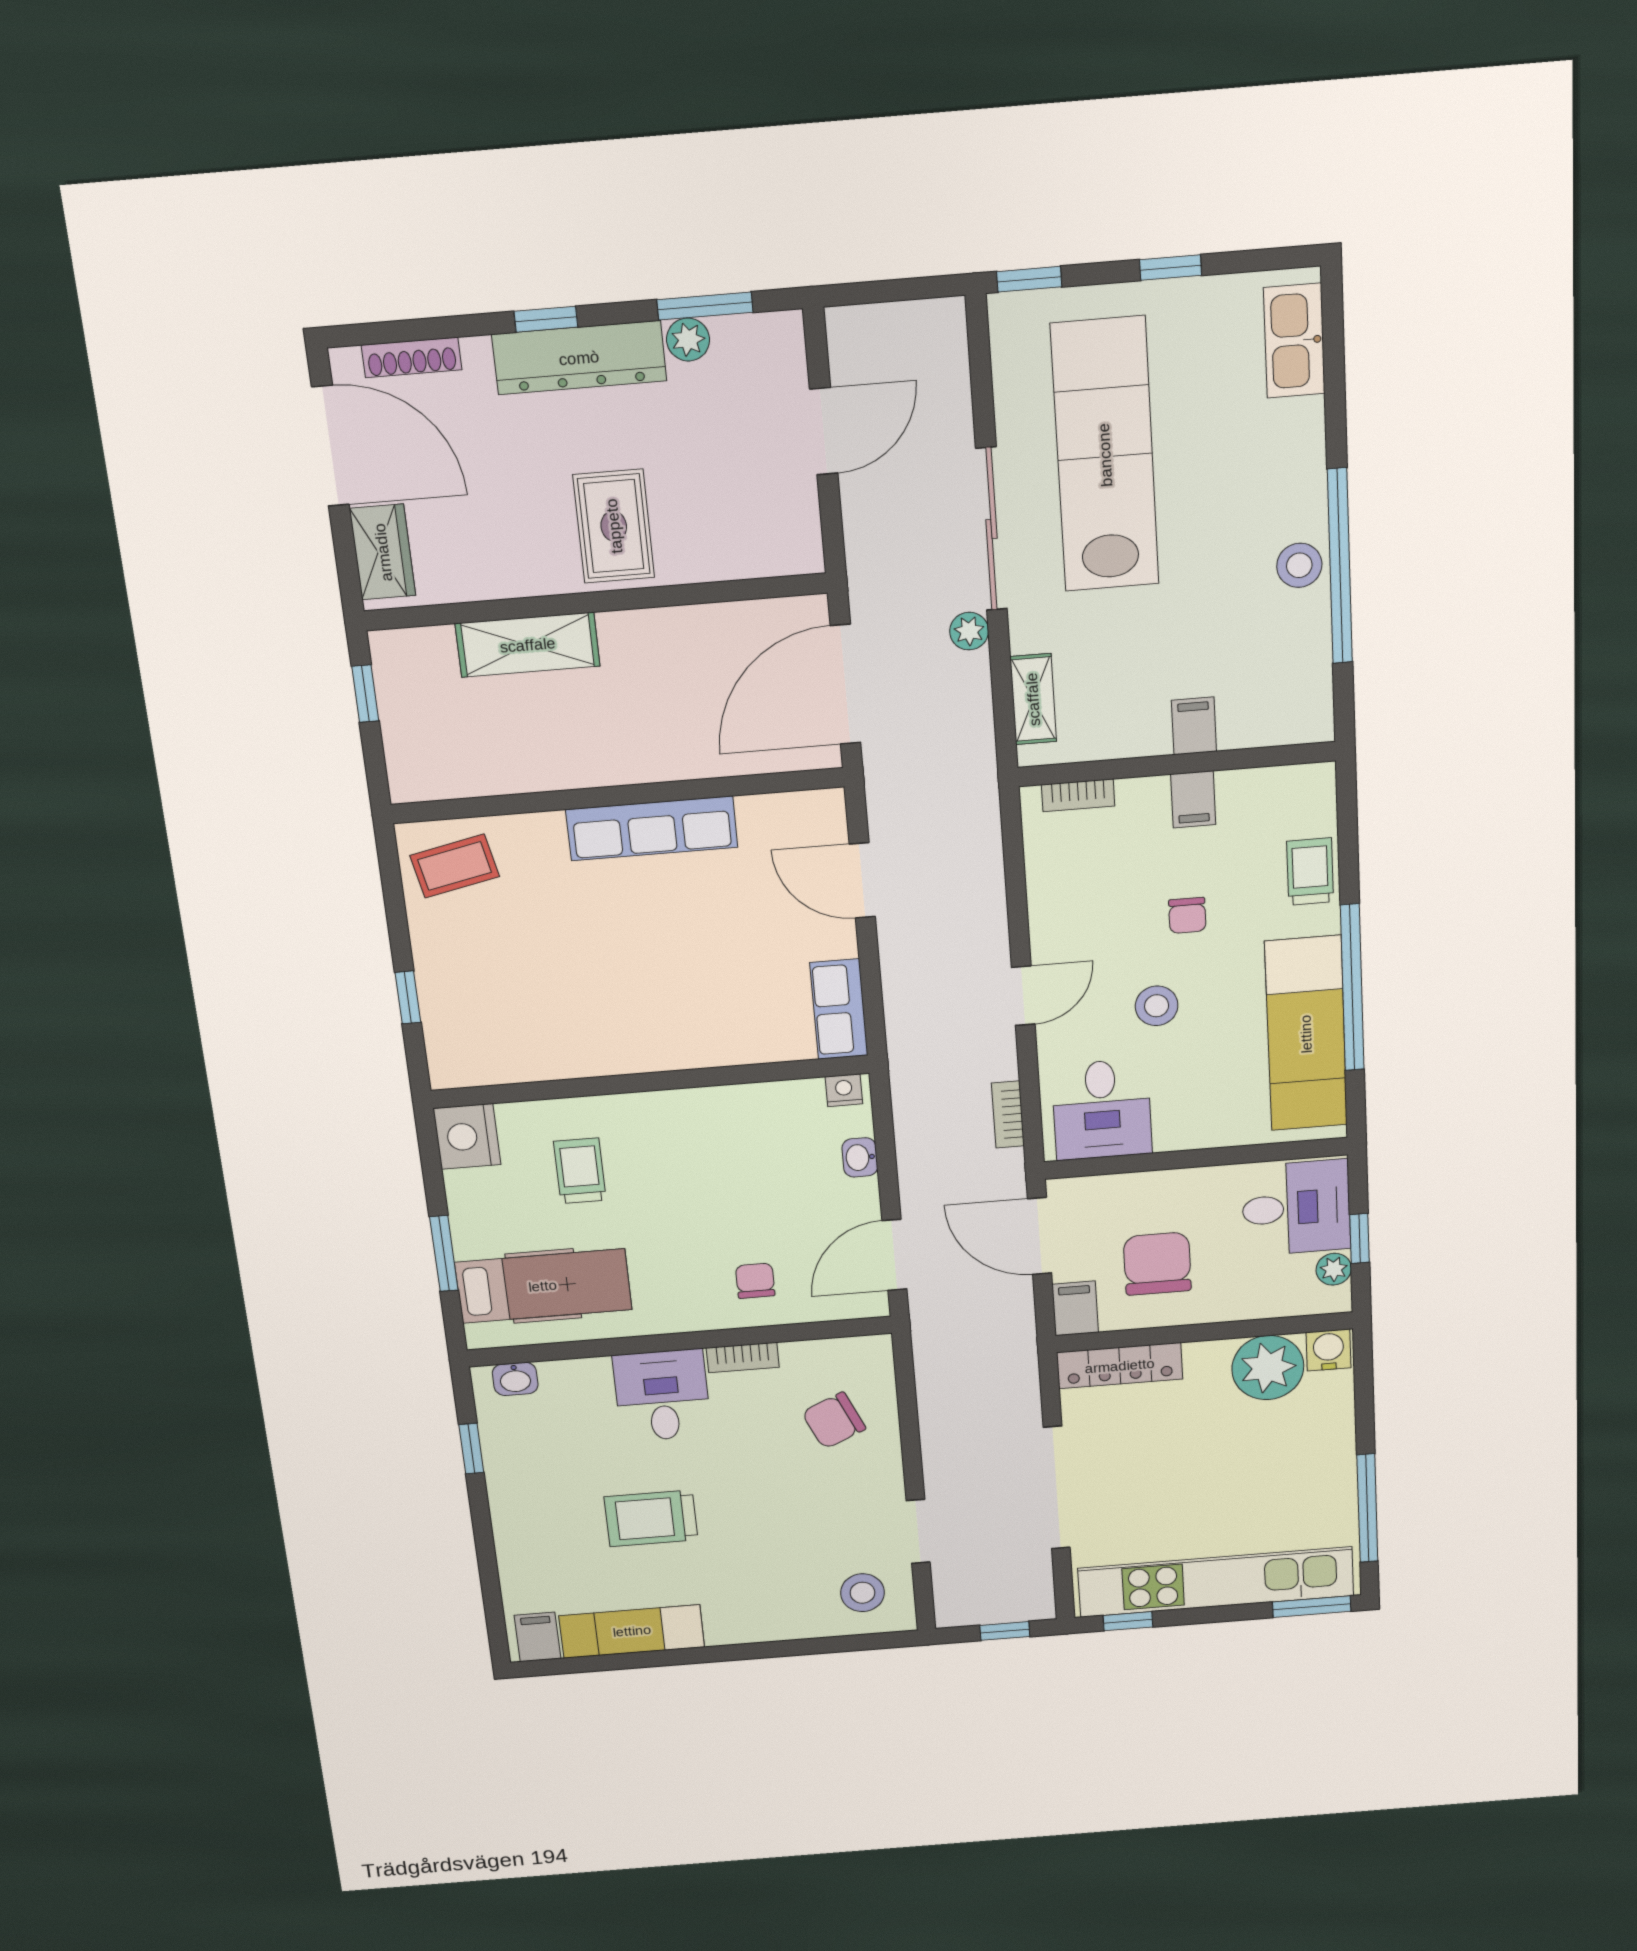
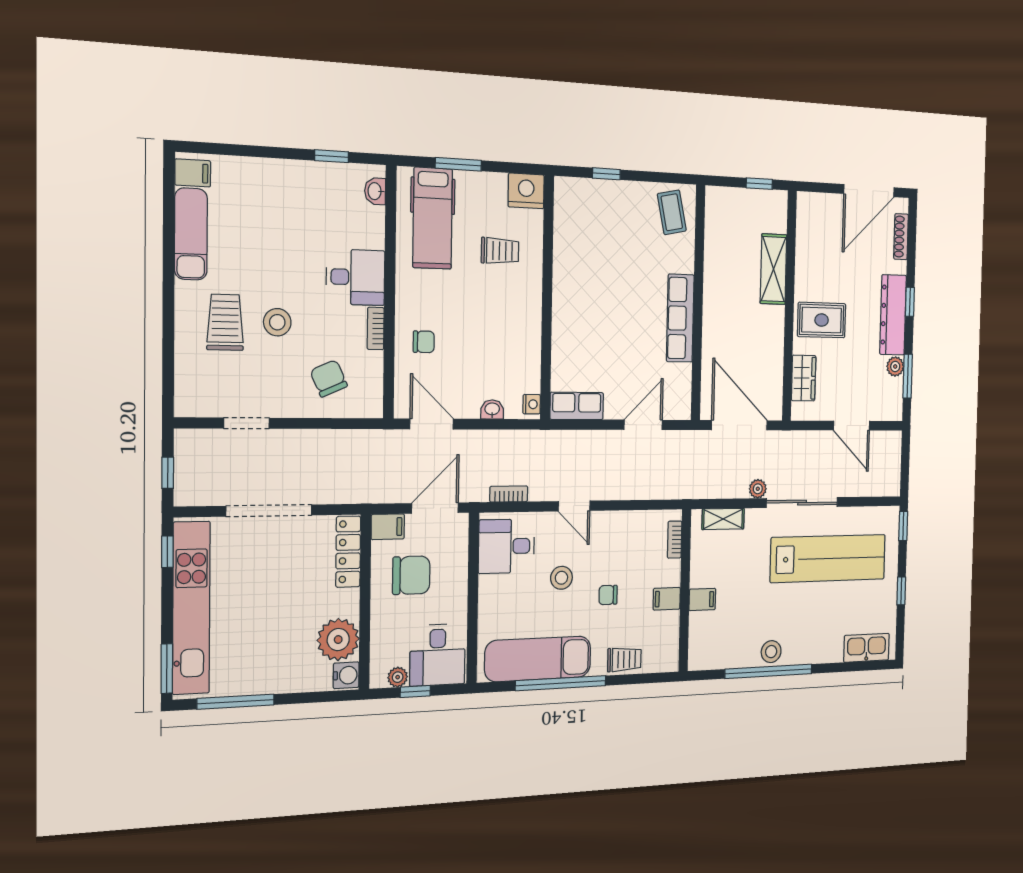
wardrobe: (383, 552) -> (804, 378), moved, turned -90
trolley: (651, 1518) -> (225, 322), moved
stool: (862, 1593) -> (277, 322), moved

